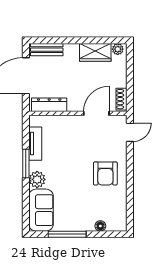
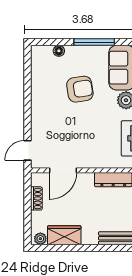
shoe rack: (122, 99) -> (36, 198), moved
armchair: (105, 174) -> (80, 89), moved, turned 81

